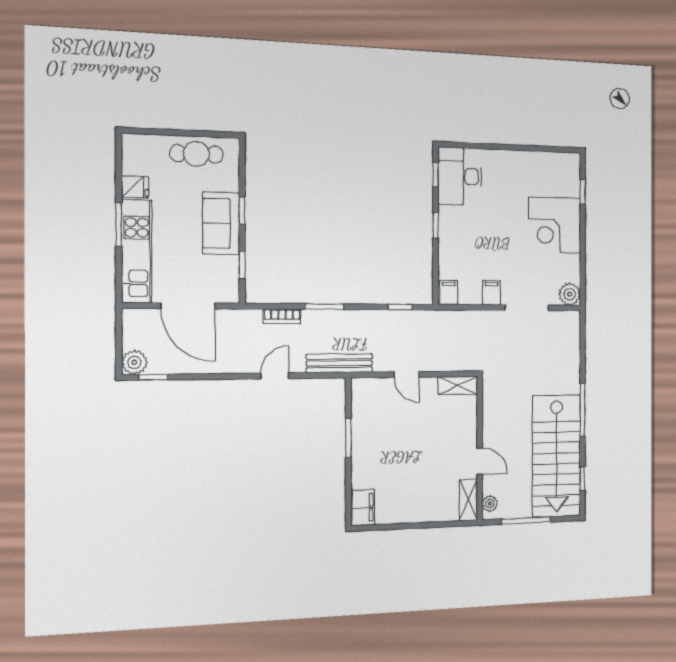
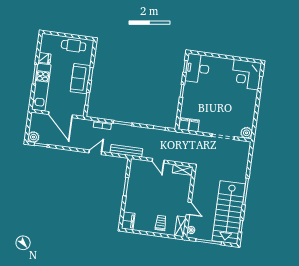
corner desk: (555, 225) -> (246, 75), moved
filing cabinet: (492, 293) -> (194, 125), moved
trolley: (429, 500) -> (161, 223), added

